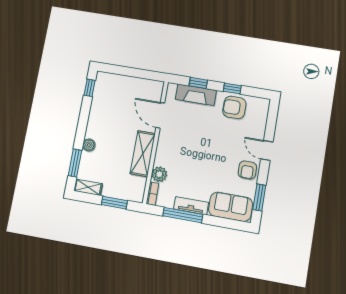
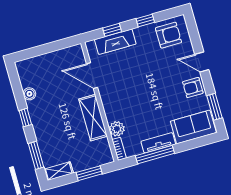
window: (90, 88) -> (25, 118), moved
armchair: (234, 107) -> (168, 35), moved, turned 180
boiler: (89, 145) -> (29, 94), moved
armchair: (247, 170) -> (193, 87), turned 90

